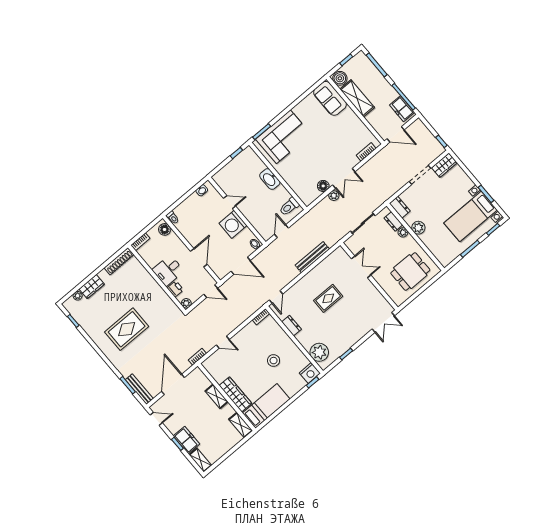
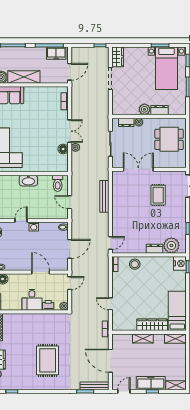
dresser: (400, 207) -> (160, 110), moved
washing machine: (233, 224) -> (34, 226), width x0.53, depth x0.53
double door: (361, 267) -> (138, 169), width x1.37
dining table: (410, 272) -> (169, 139), turned 90
door: (276, 297) -> (110, 243), hinge flipped
rug: (328, 298) -> (158, 195), moved
dresser: (291, 326) -> (155, 249), moved
door: (223, 342) -> (110, 304), swing flipped
stool: (274, 361) -> (135, 264), moved
freezer: (186, 440) -> (151, 383), width x1.40

